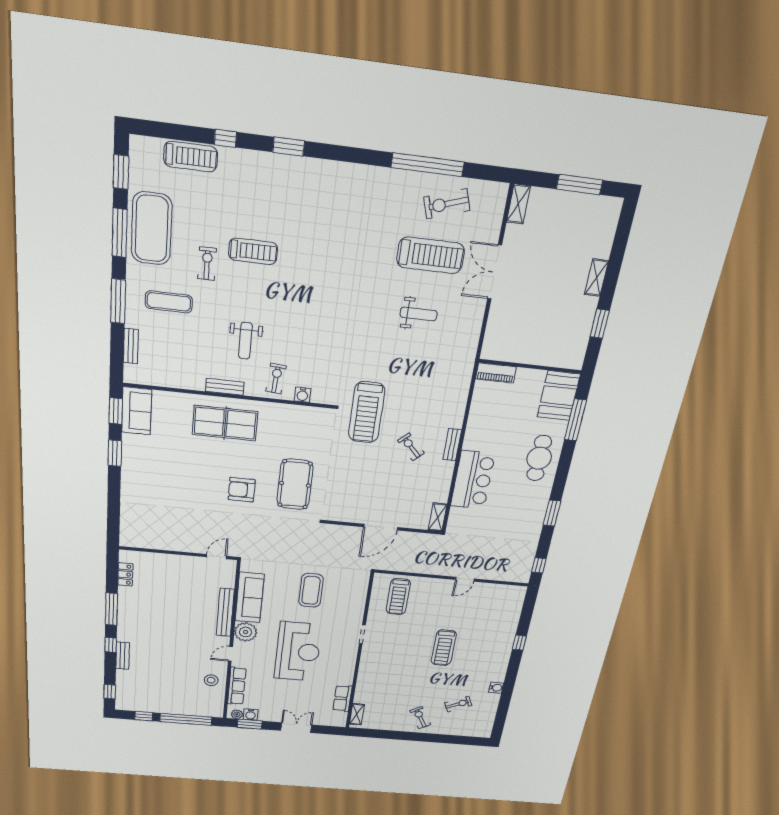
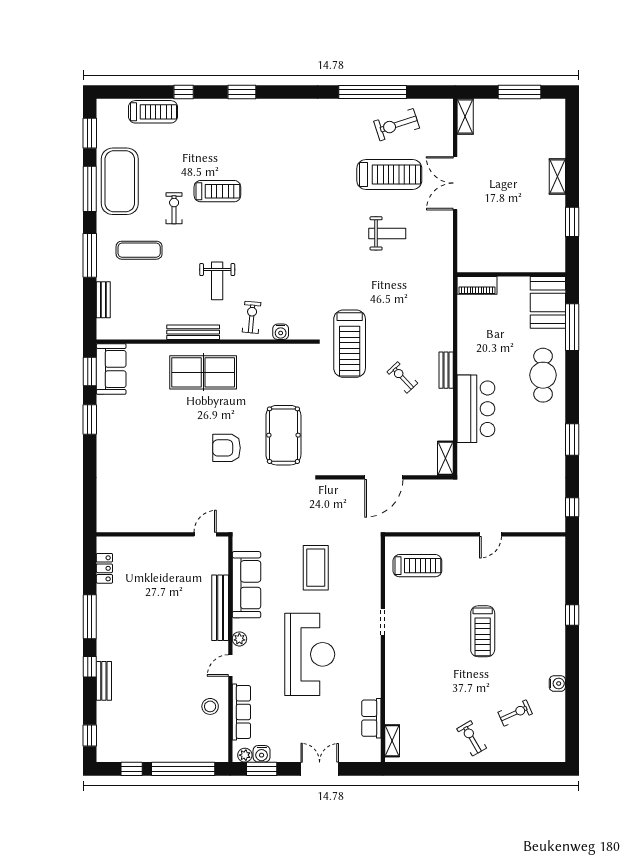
bench: (225, 387) -> (193, 332), width x1.36
treadmill: (398, 597) -> (417, 566), turned -90
plant: (246, 632) -> (239, 639), width x0.53, depth x0.53

